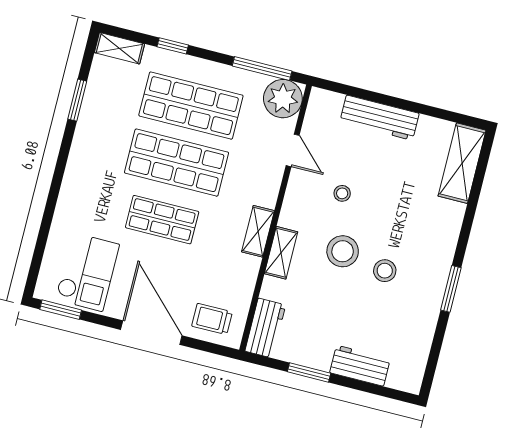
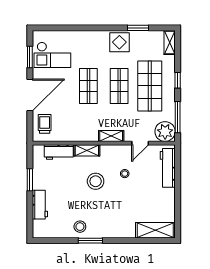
window: (173, 46) -> (178, 80), moved
workbench: (379, 118) -> (168, 168), moved
display table: (95, 141) -> (119, 42), added
shop shelf: (177, 163) -> (119, 86), width x0.70, depth x0.74
shelving: (258, 231) -> (111, 136), moved
stool: (385, 271) -> (80, 227), moved
window: (61, 310) -> (30, 57), moved
workbench: (265, 328) -> (59, 152), moved

